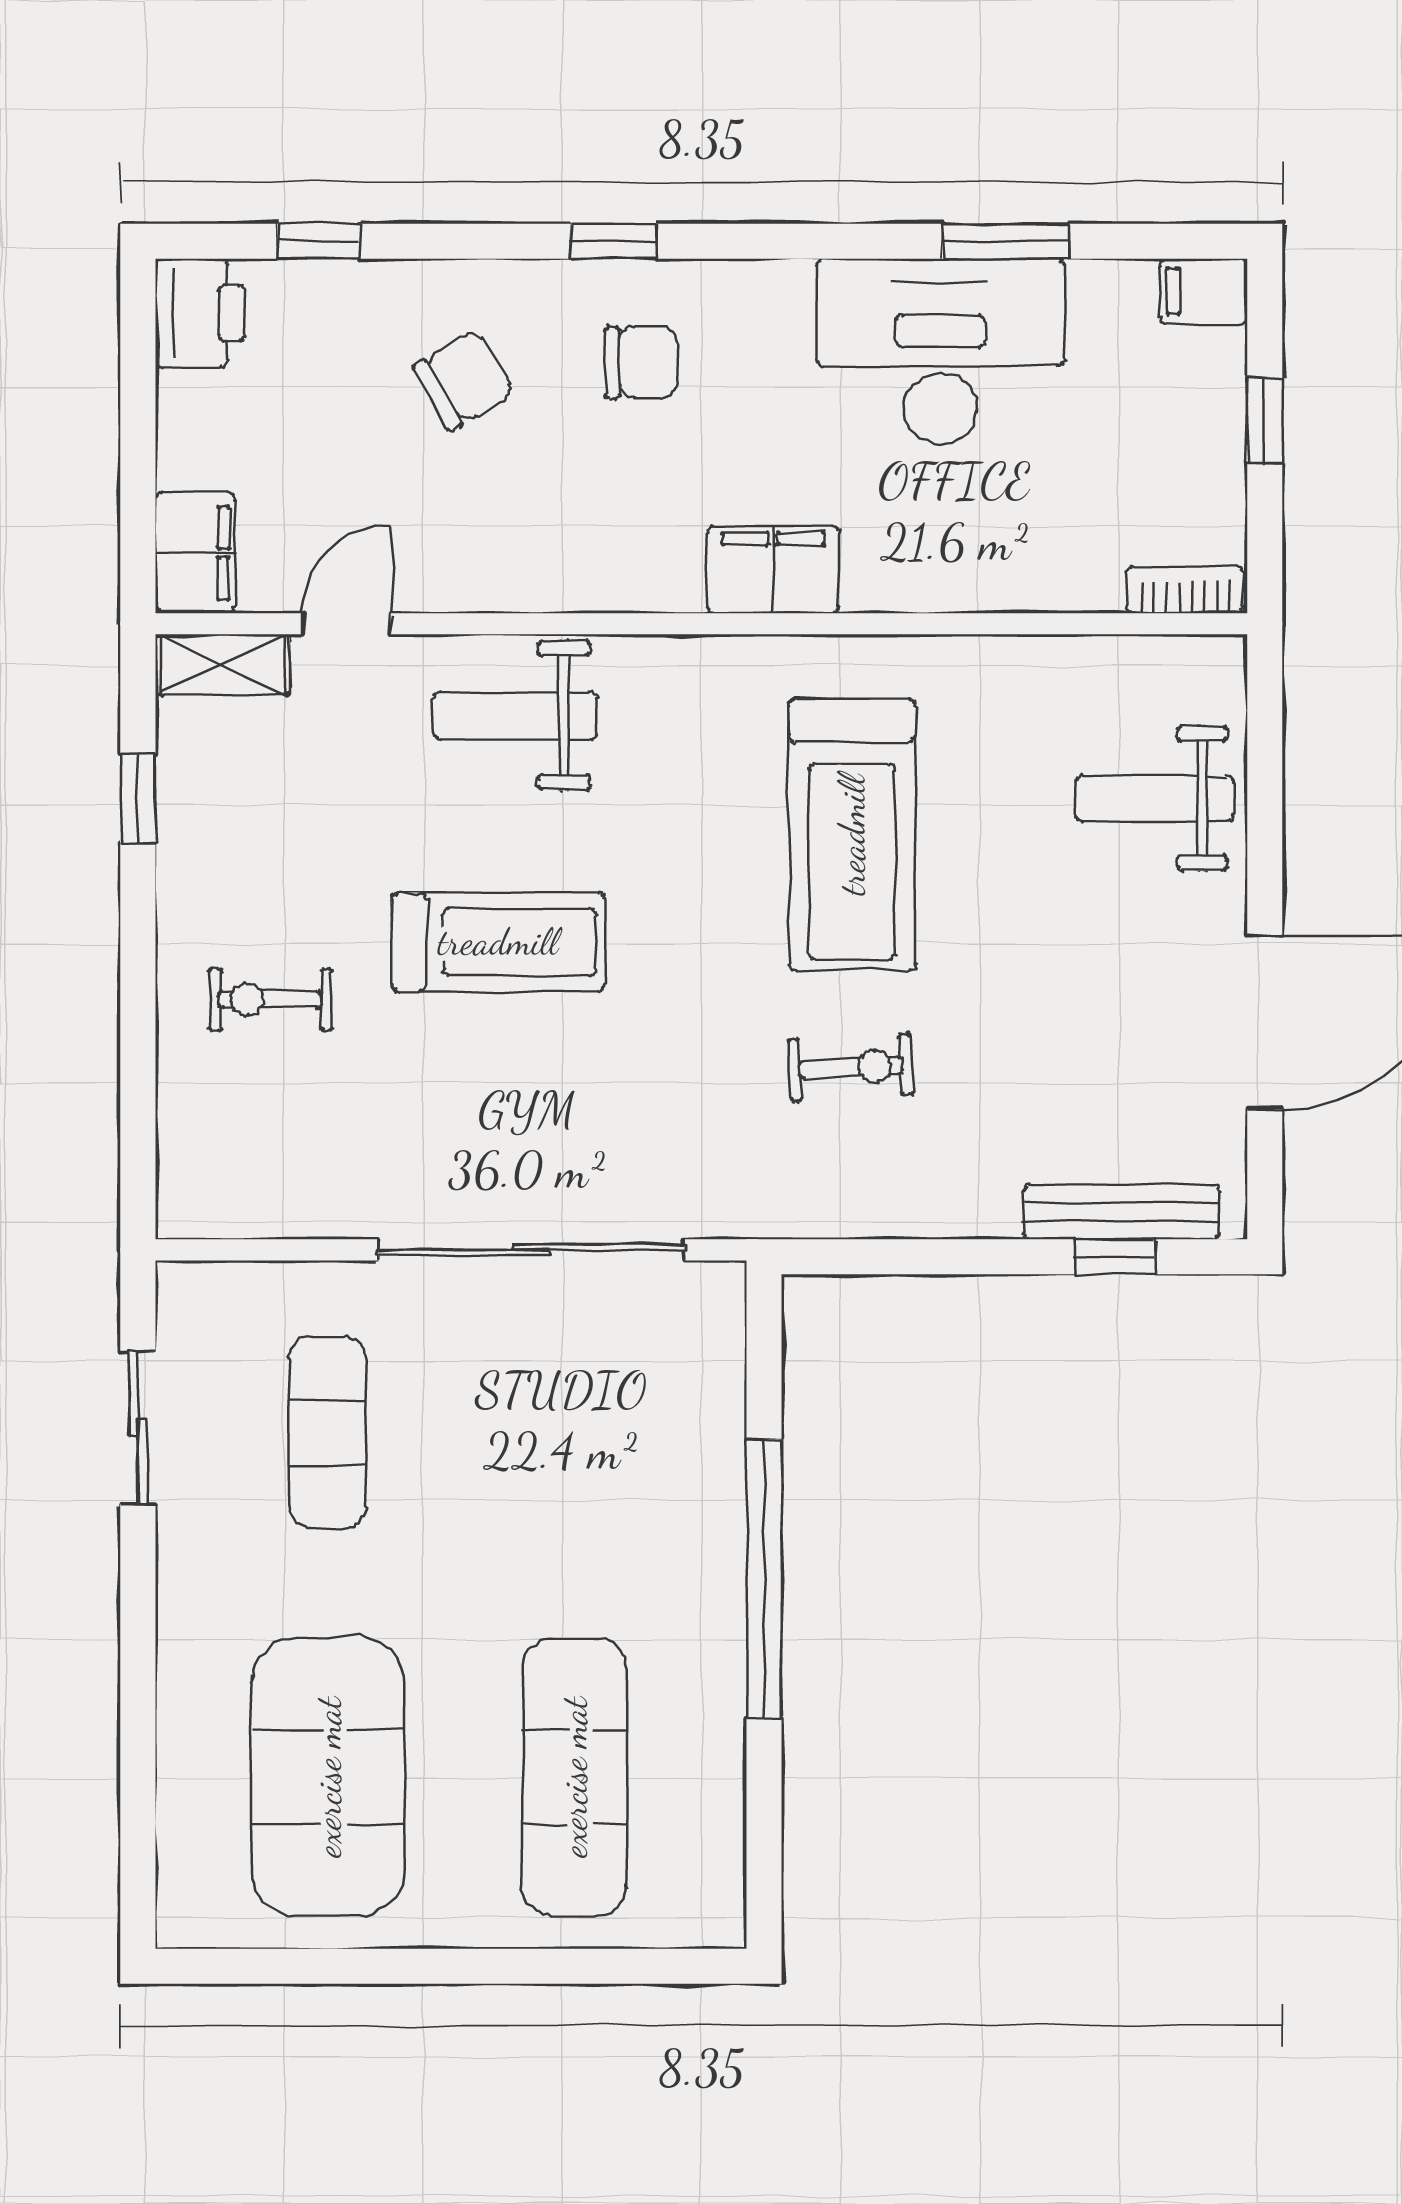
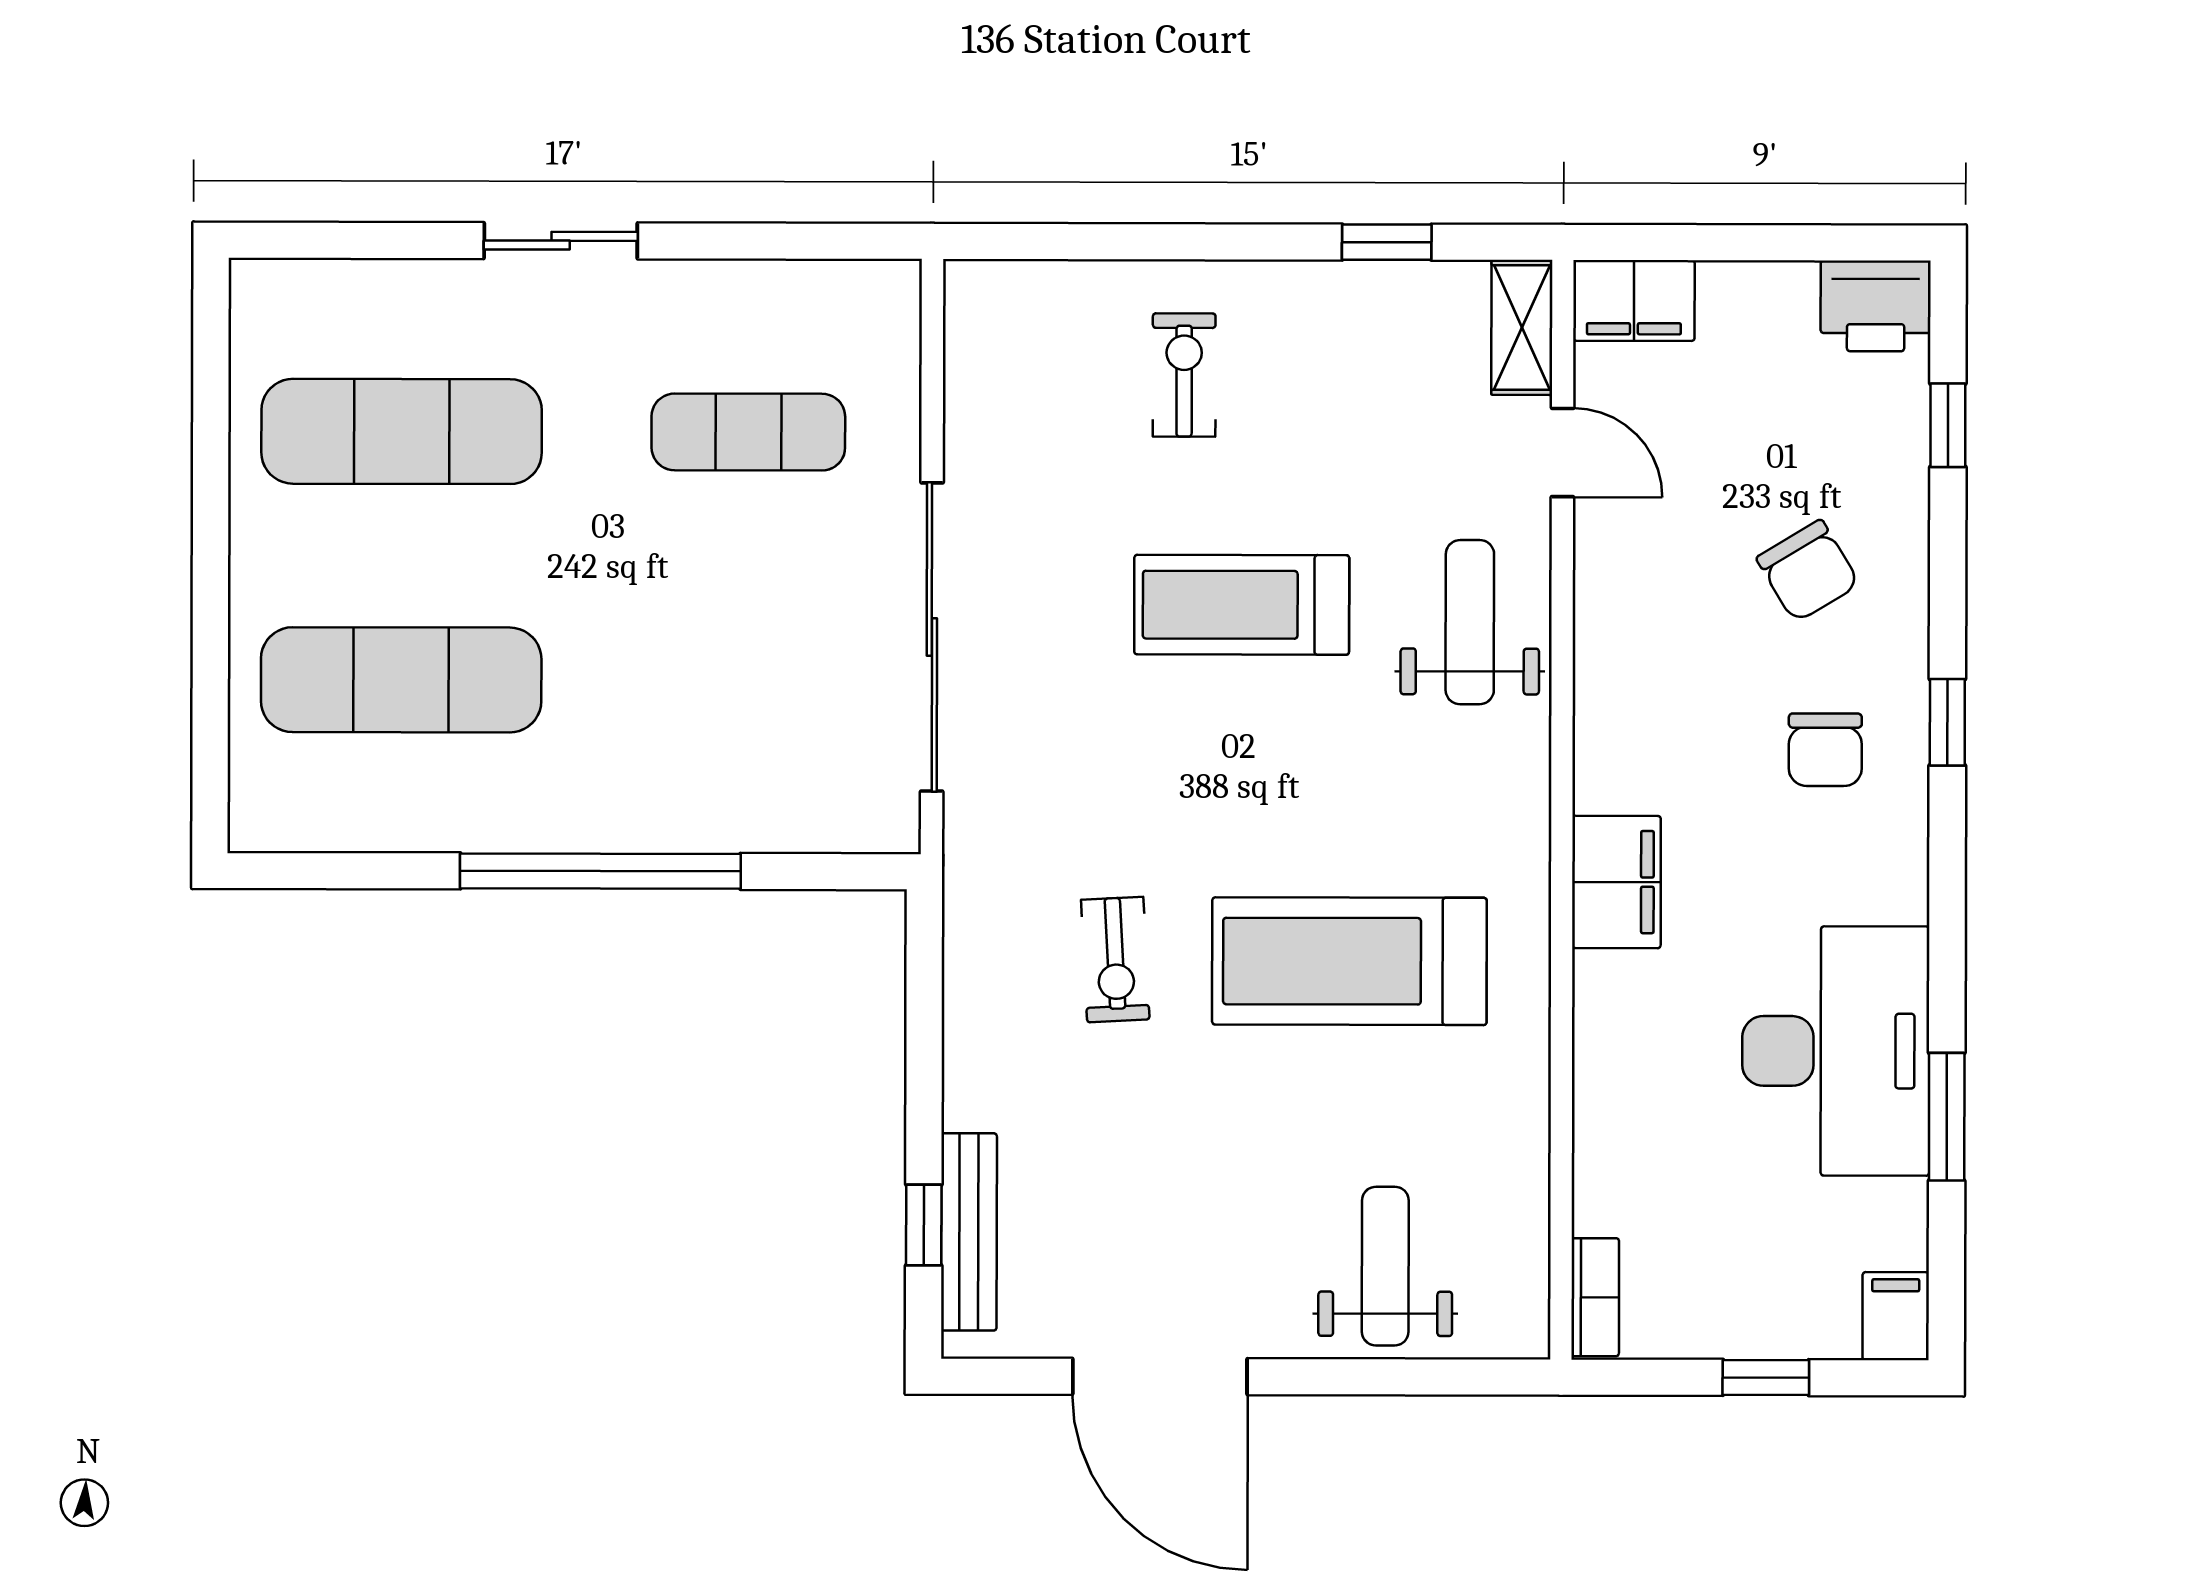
treadmill: (498, 942) -> (1242, 605), turned 90
sliding door: (138, 1428) -> (561, 241), moved
exercise mat: (328, 1777) -> (402, 431), width x0.68

